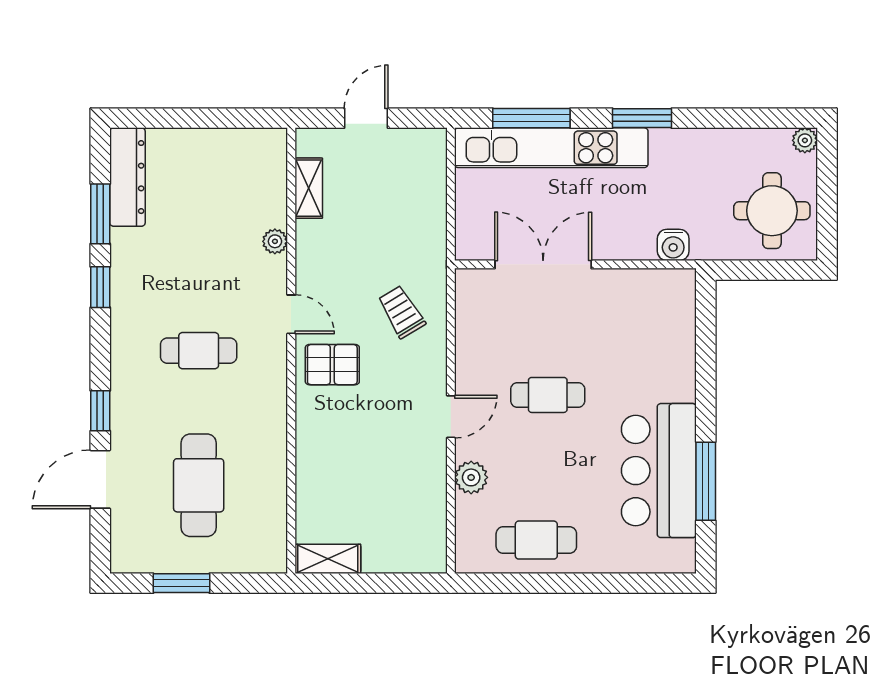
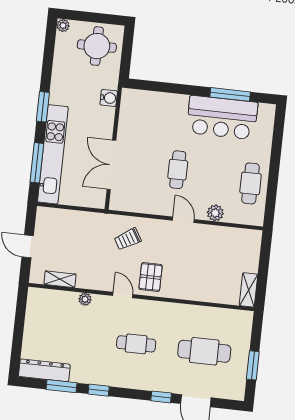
door: (291, 314) -> (123, 295), hinge flipped
cafe table: (199, 351) -> (136, 344), turned 90

